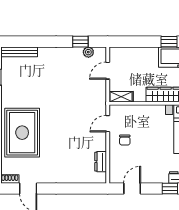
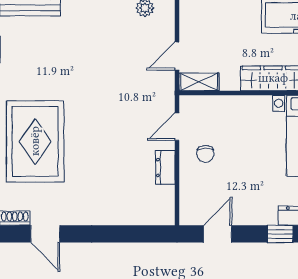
door: (108, 71) -> (177, 56), moved
dresser: (101, 162) -> (165, 167), moved

